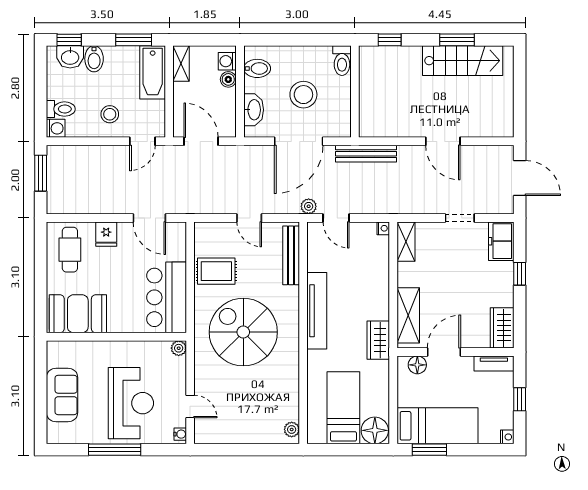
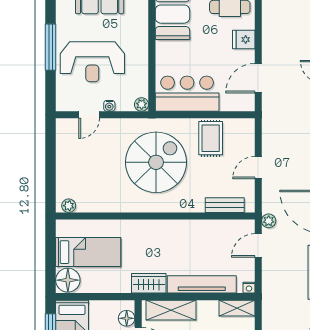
bench: (291, 255) -> (225, 205), width x0.73
tv unit: (317, 311) -> (202, 284), moved, turned 180
water cooler: (180, 434) -> (109, 106), moved

